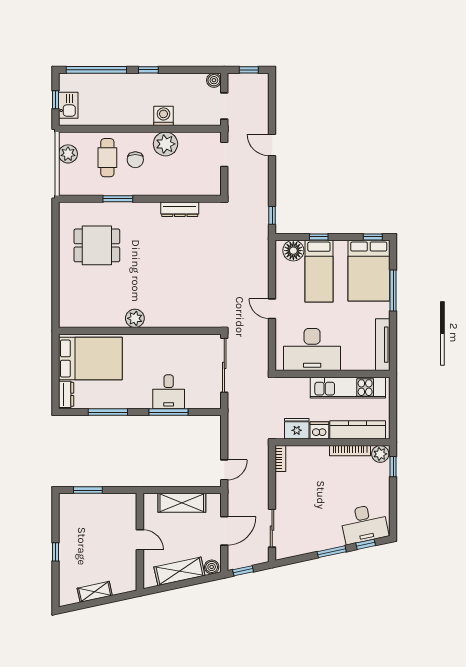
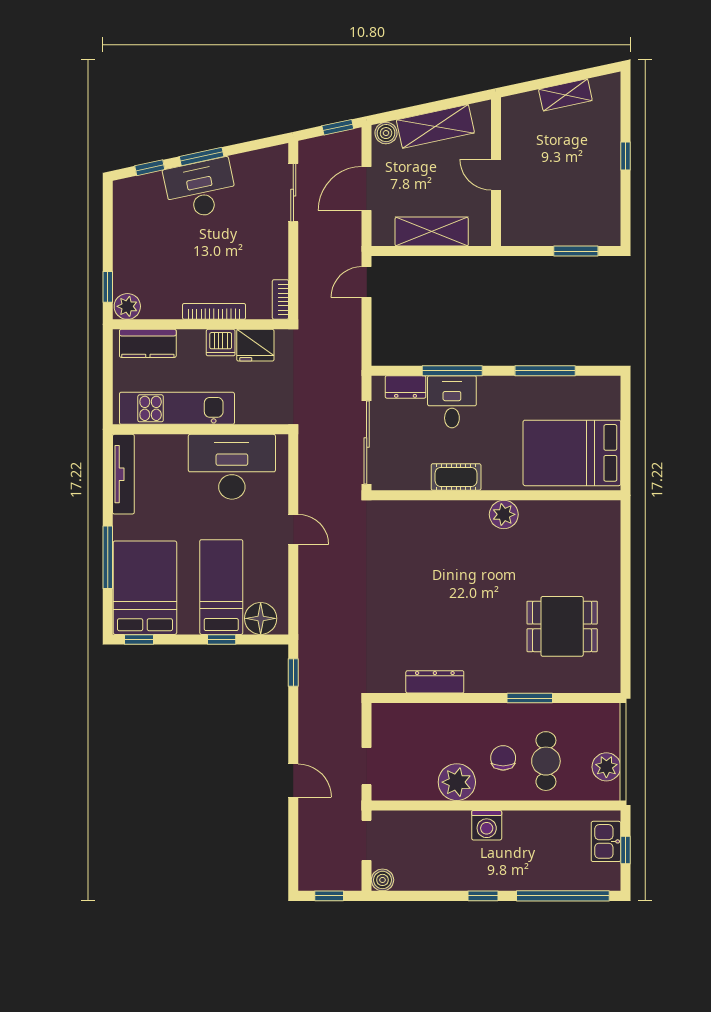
washing machine: (163, 116) -> (487, 825), moved
cot: (166, 343) -> (456, 477), added
dresser: (66, 394) -> (406, 387), moved, turned -90
kitchen counter: (358, 430) -> (148, 343), width x0.67
bookcase: (350, 451) -> (214, 311), moved
desk: (364, 524) -> (200, 189), moved

